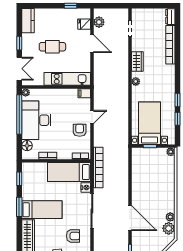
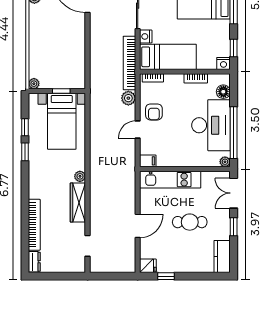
plant: (99, 22) -> (128, 98), moved
fridge: (84, 24) -> (148, 266), moved
door: (92, 44) -> (138, 226), swing flipped
wardrobe: (137, 62) -> (78, 203), width x1.50
nightstand: (27, 167) -> (223, 63), added

